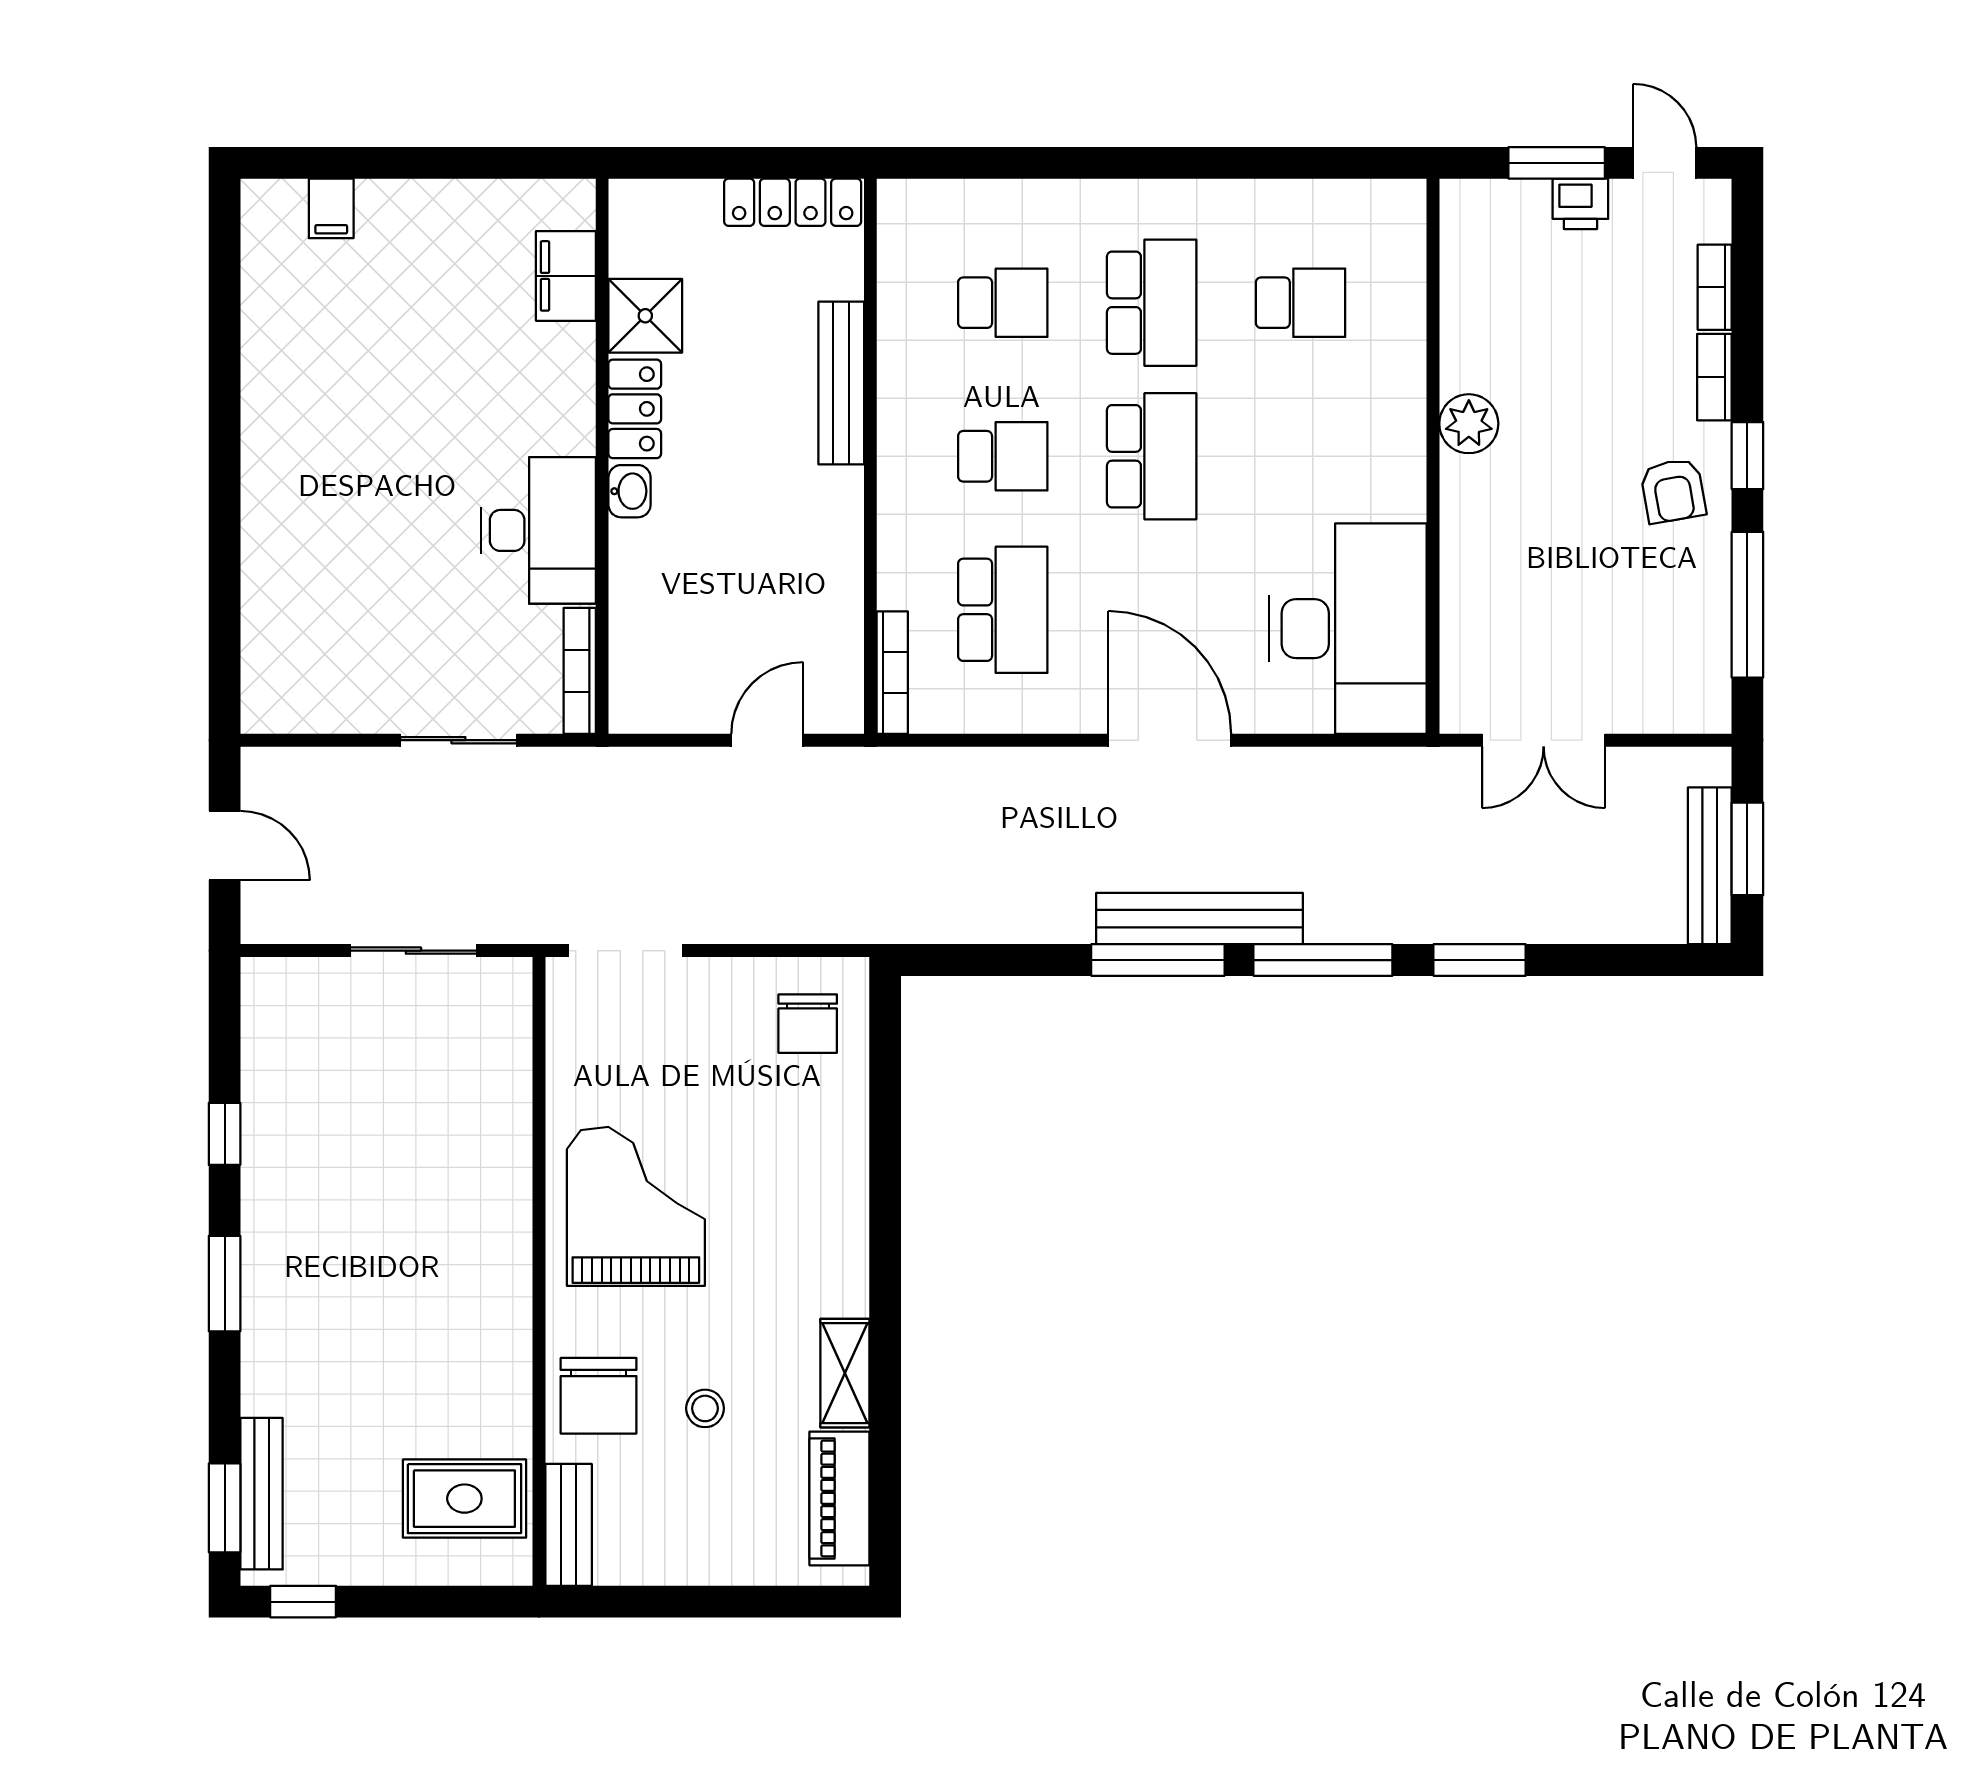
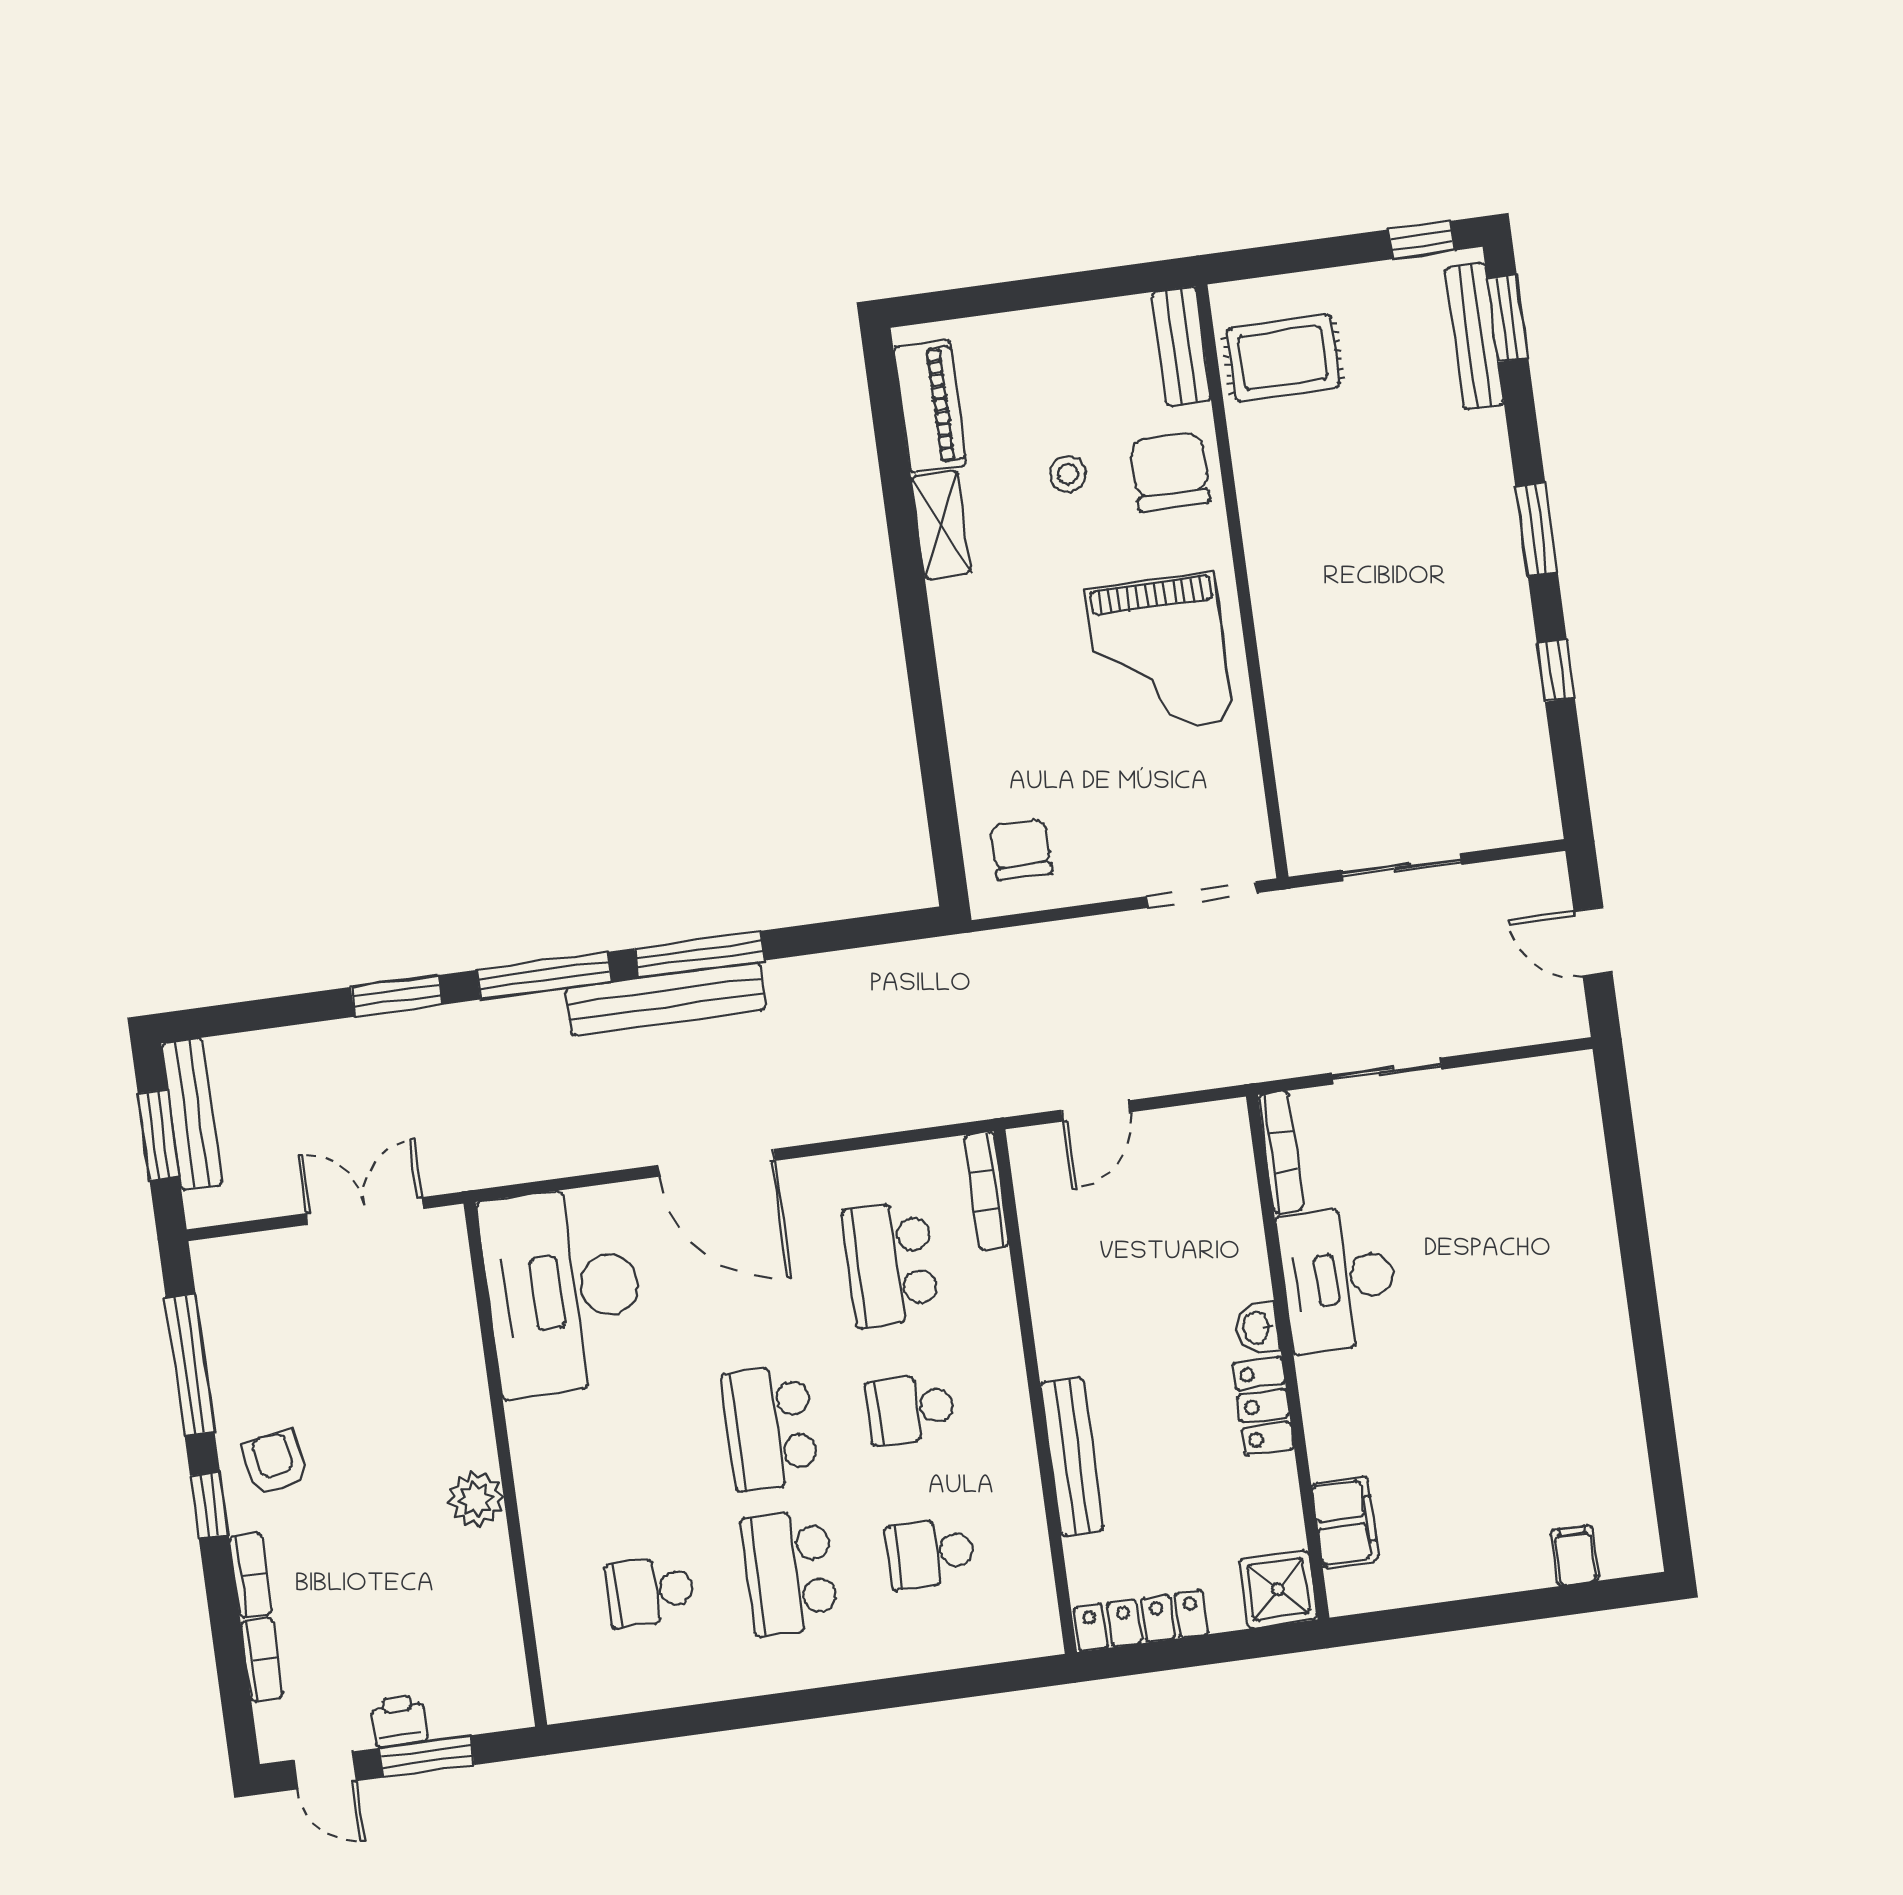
shower: (645, 316) -> (1278, 1589), moved

